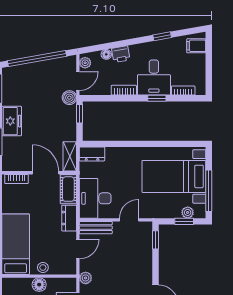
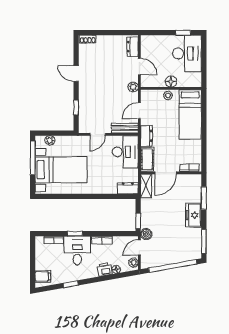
door: (46, 173) -> (166, 173), hinge flipped
window: (184, 221) -> (53, 133), removed
window: (155, 240) -> (76, 107), moved

